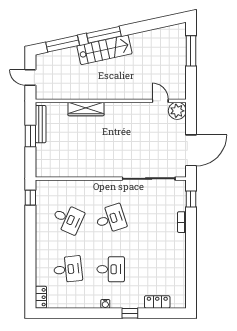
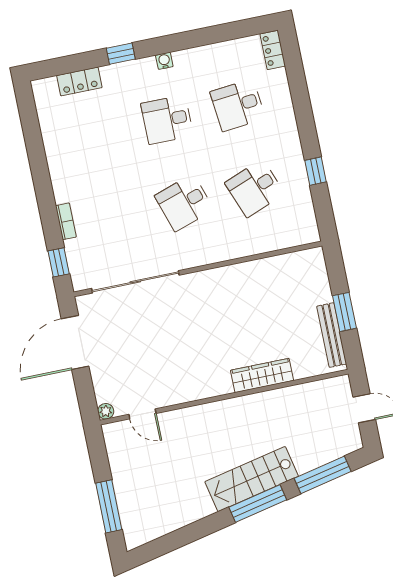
plant: (177, 111) -> (106, 411), width x0.53, depth x0.53
window: (30, 198) -> (316, 171), moved
desk: (68, 219) -> (255, 188), turned -45

